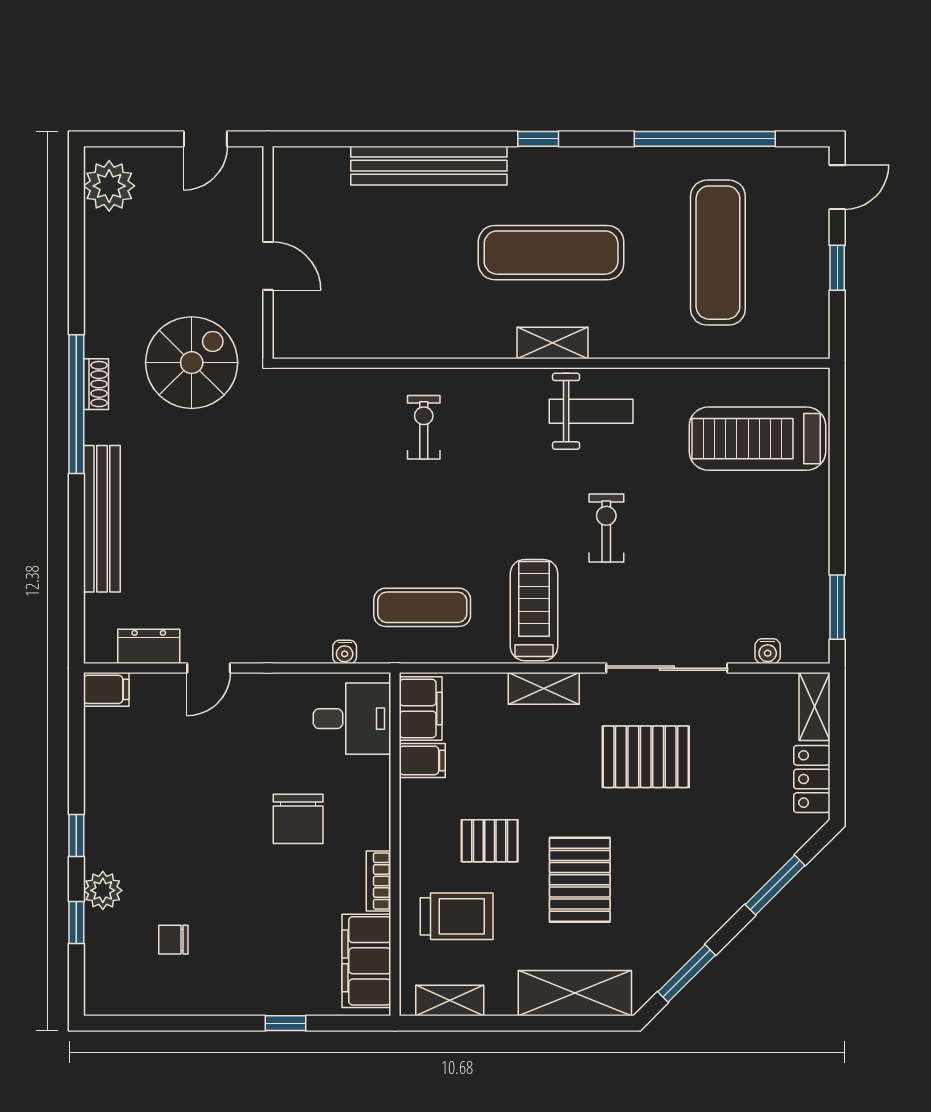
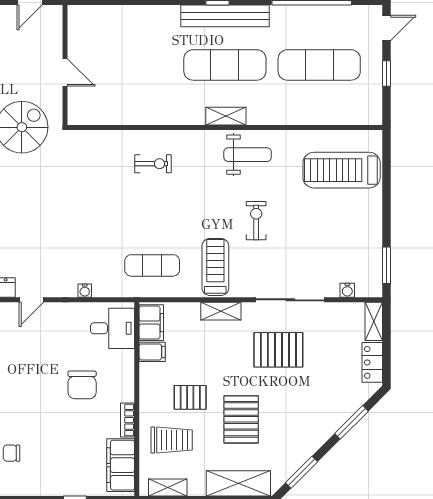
bench: (429, 166) -> (225, 16), moved
exercise mat: (718, 253) -> (319, 65), turned 90
exercise bike: (424, 427) -> (153, 164), turned 90
water cooler: (345, 652) -> (85, 291), moved

